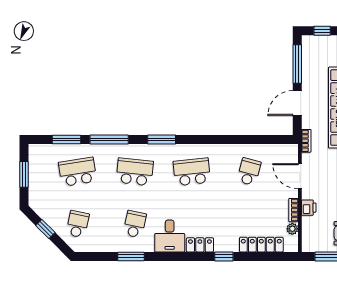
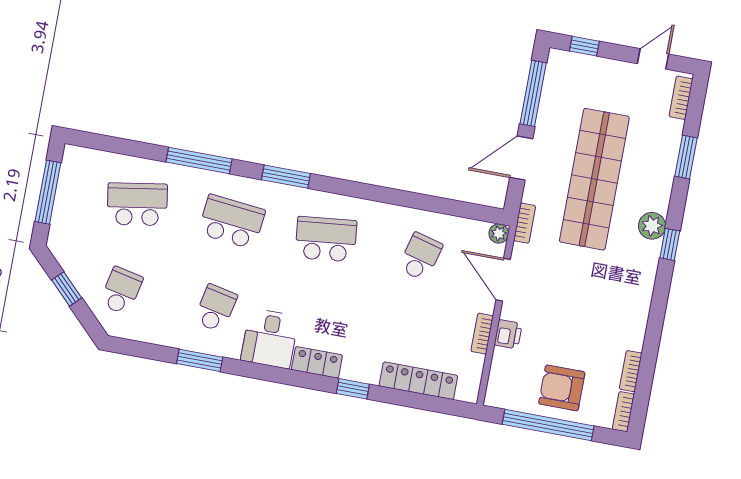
window: (67, 139) -> (129, 148), removed
window: (24, 174) -> (48, 192), width x1.44
plant: (292, 229) -> (499, 233), moved

